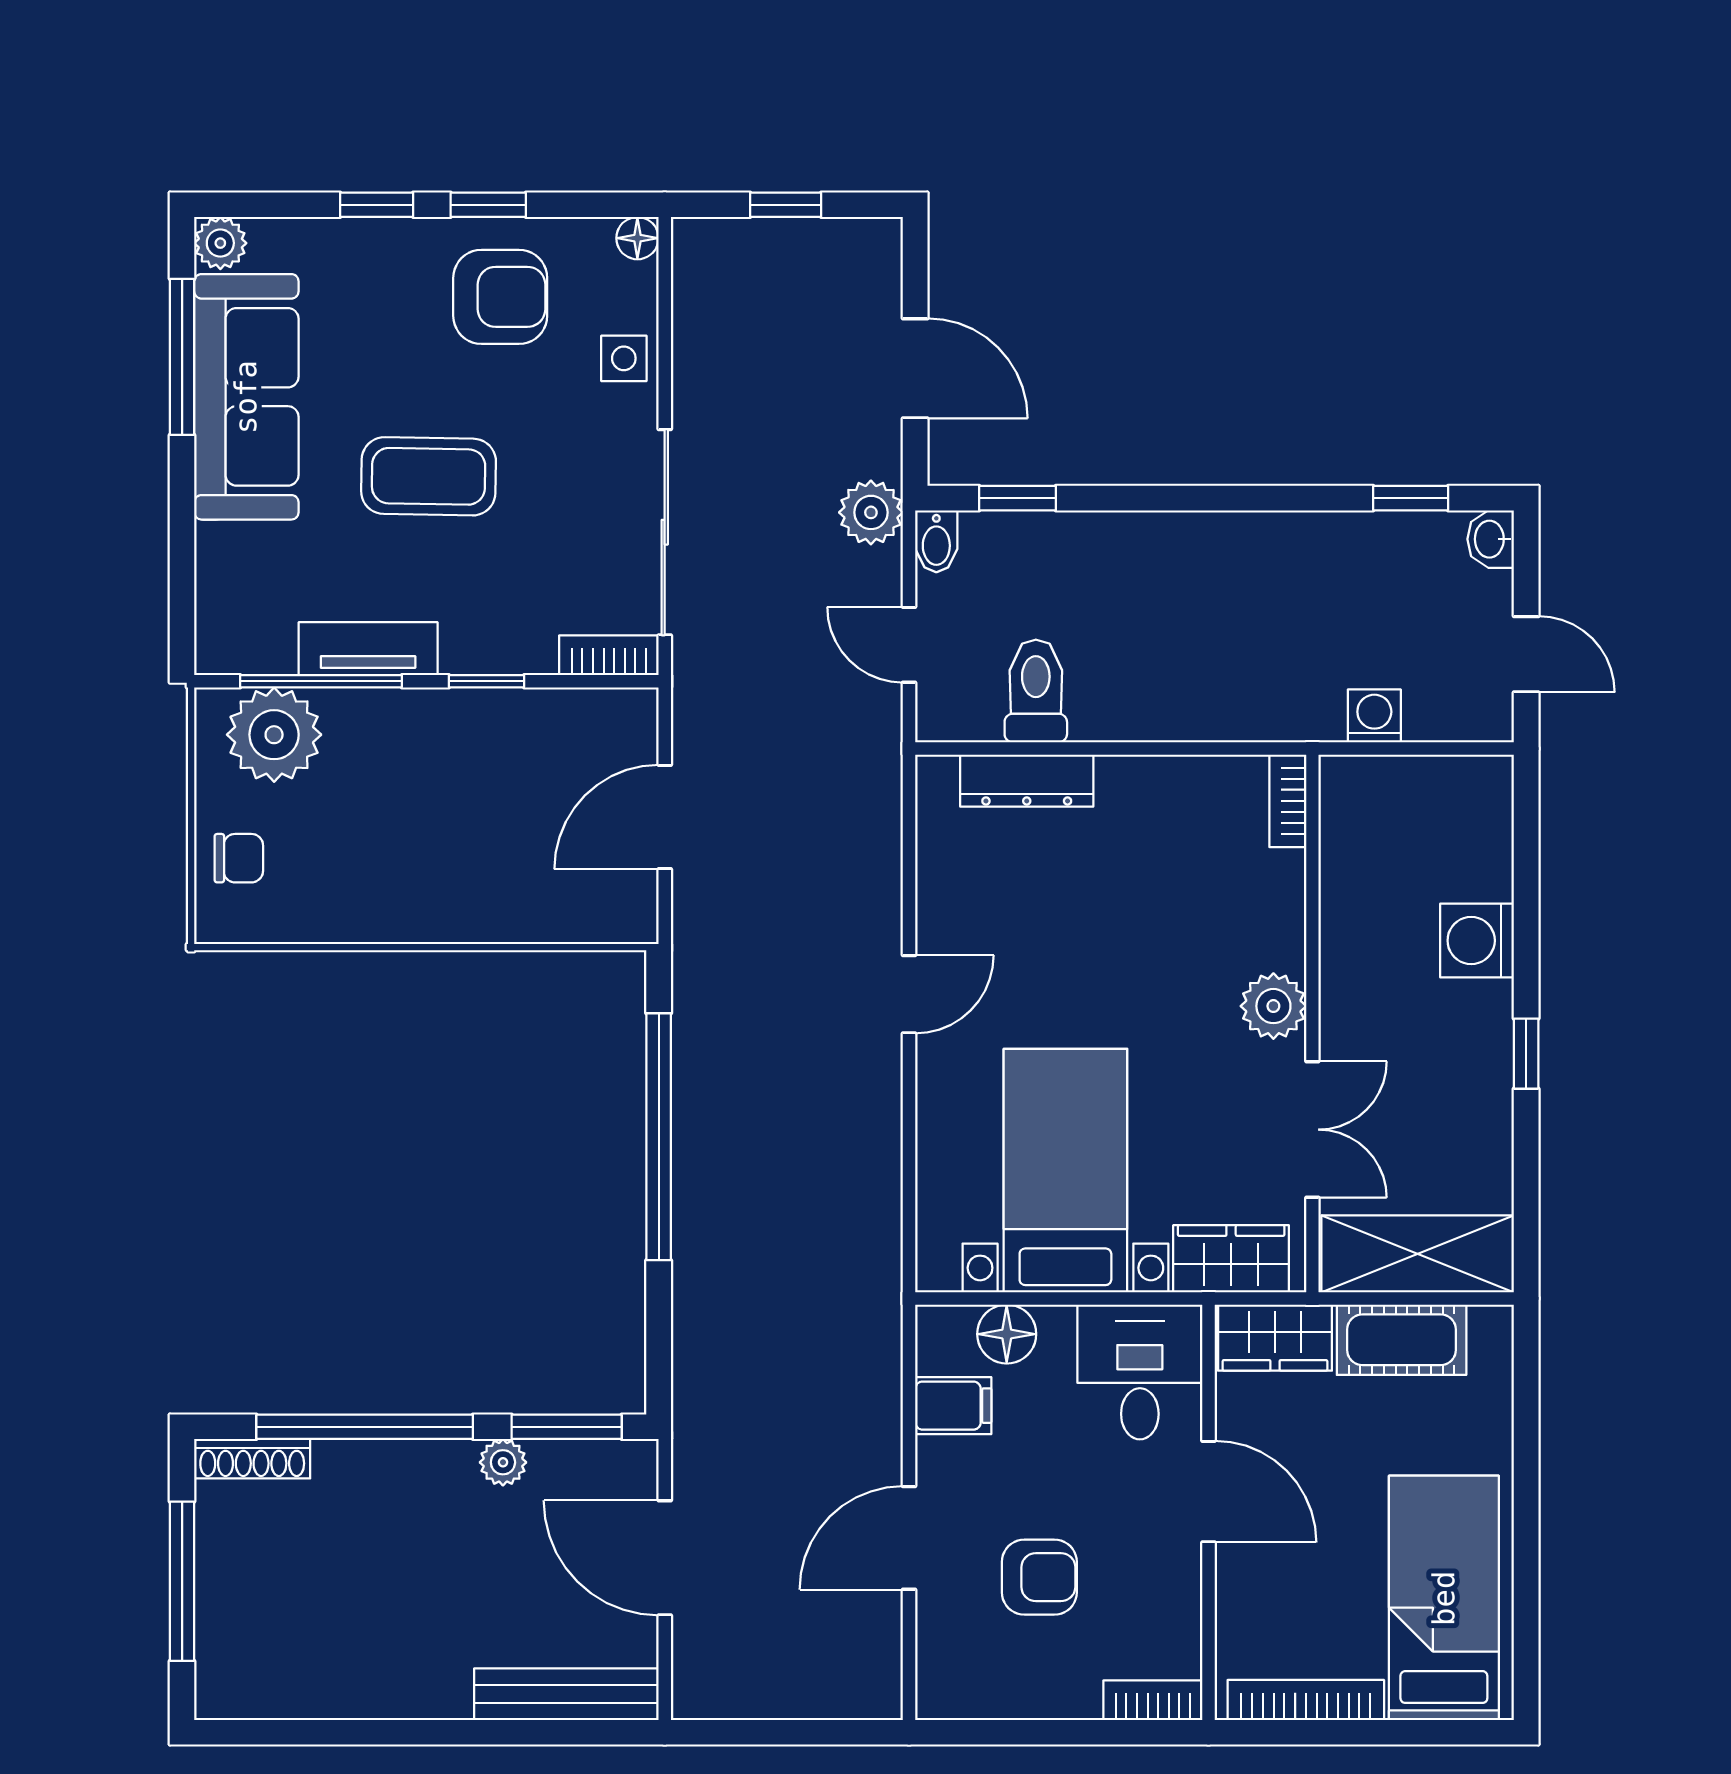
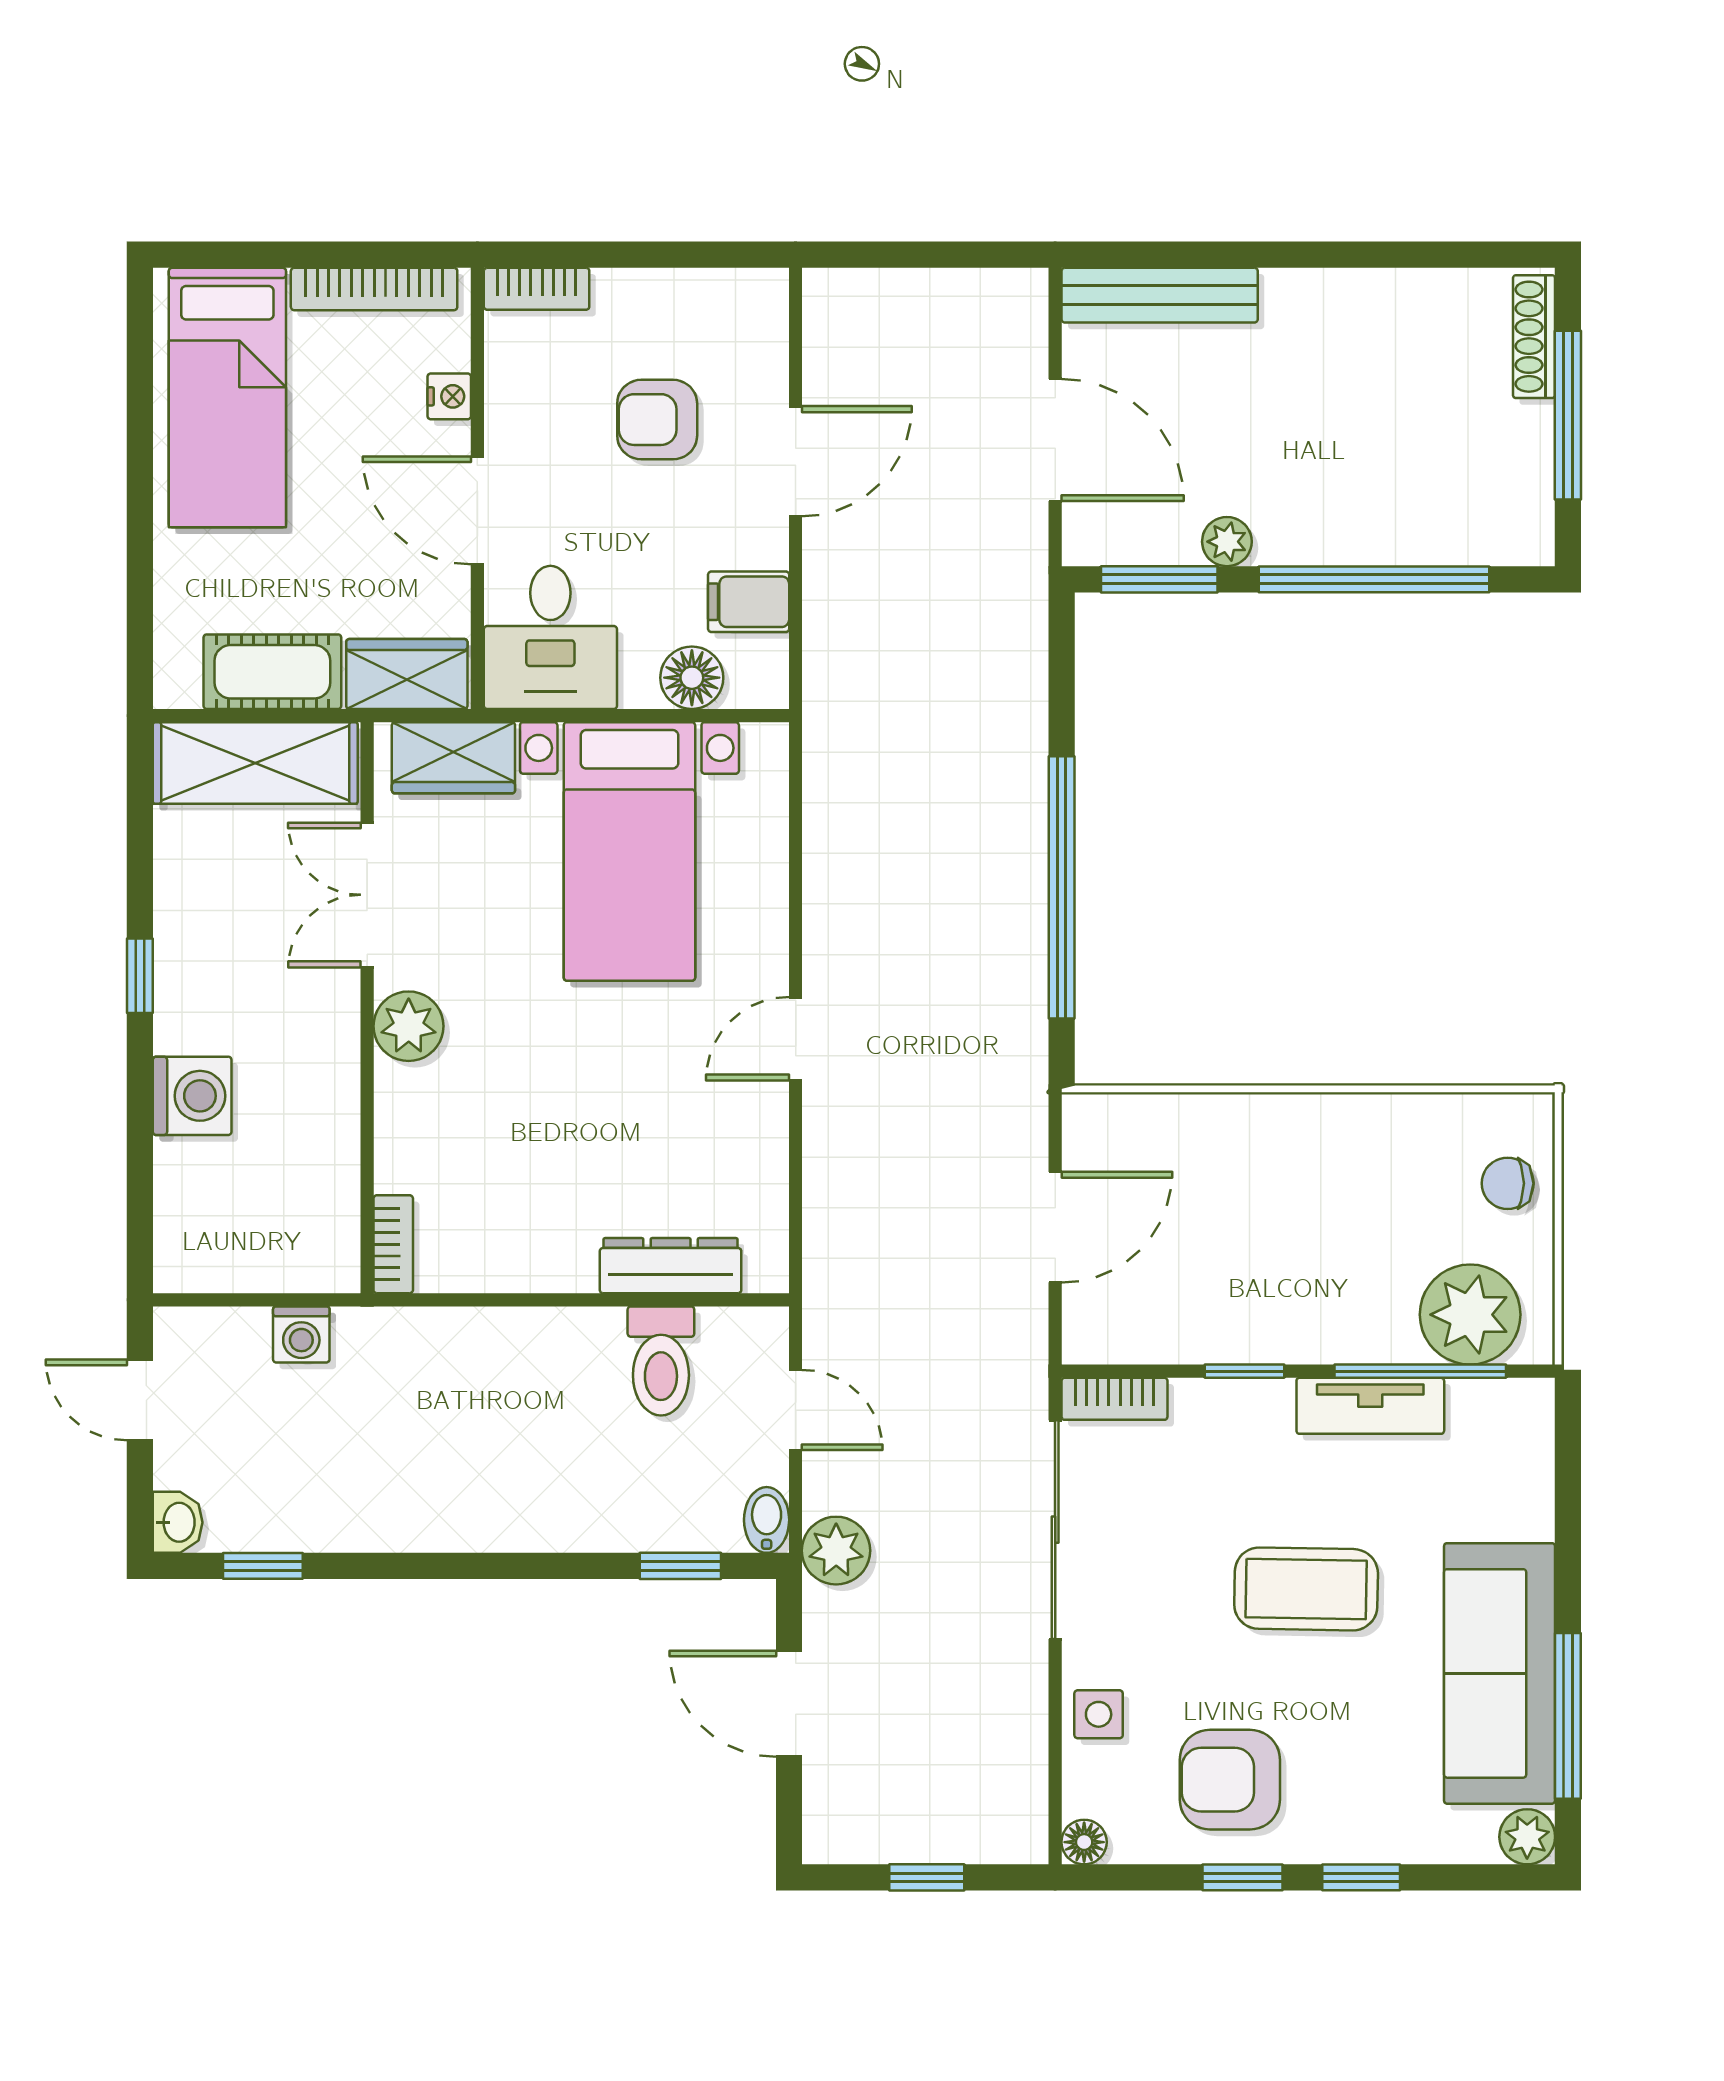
shoe rack: (252, 1459) -> (1534, 337), moved, turned -90
nightstand: (1235, 1599) -> (449, 396), added

